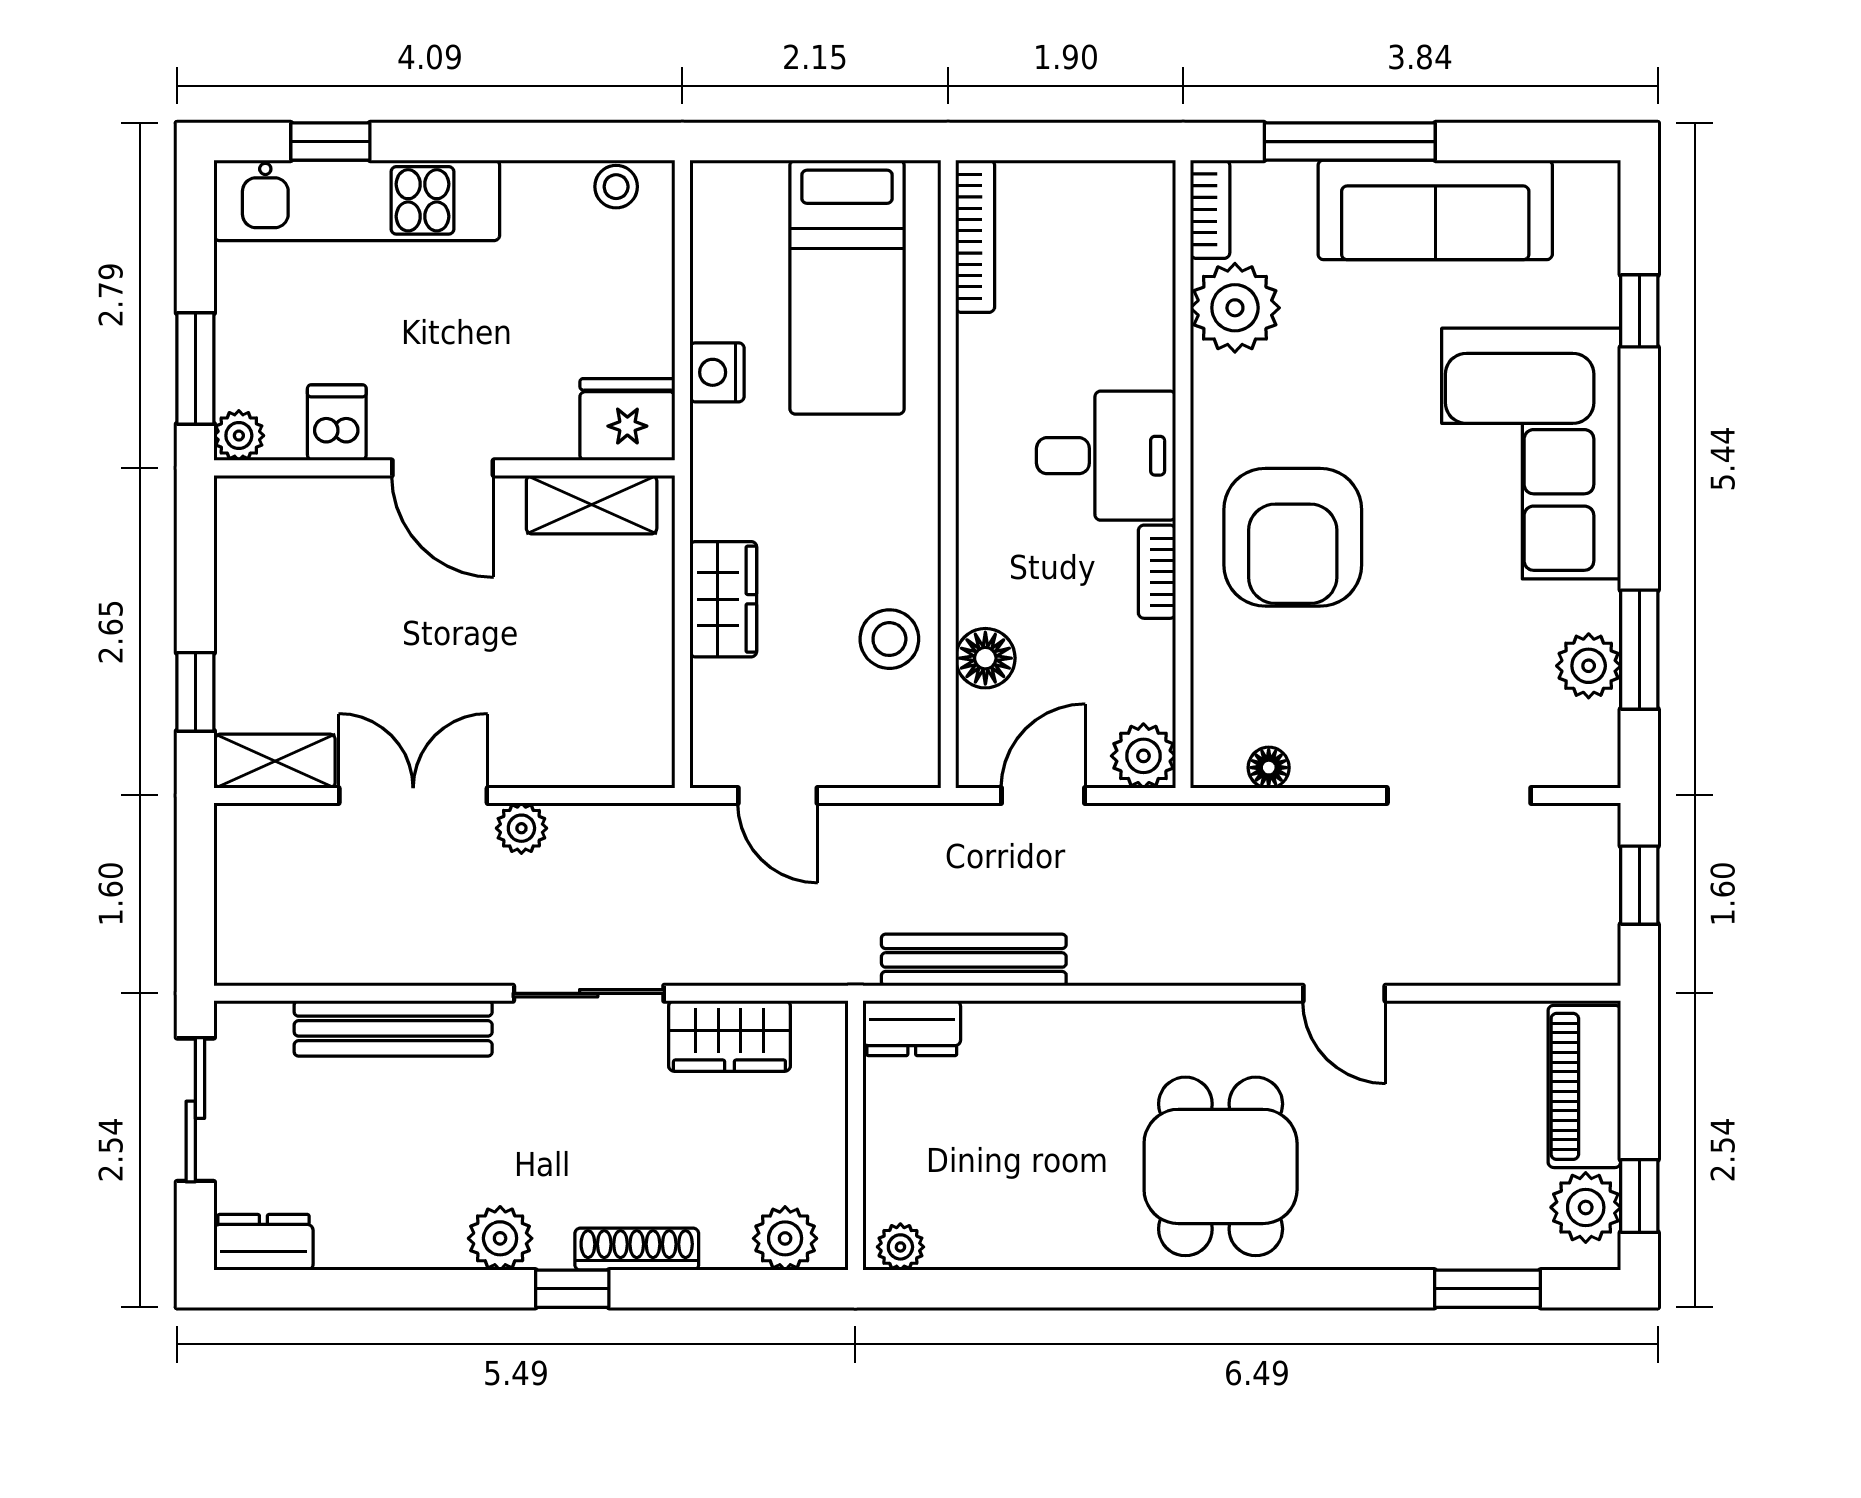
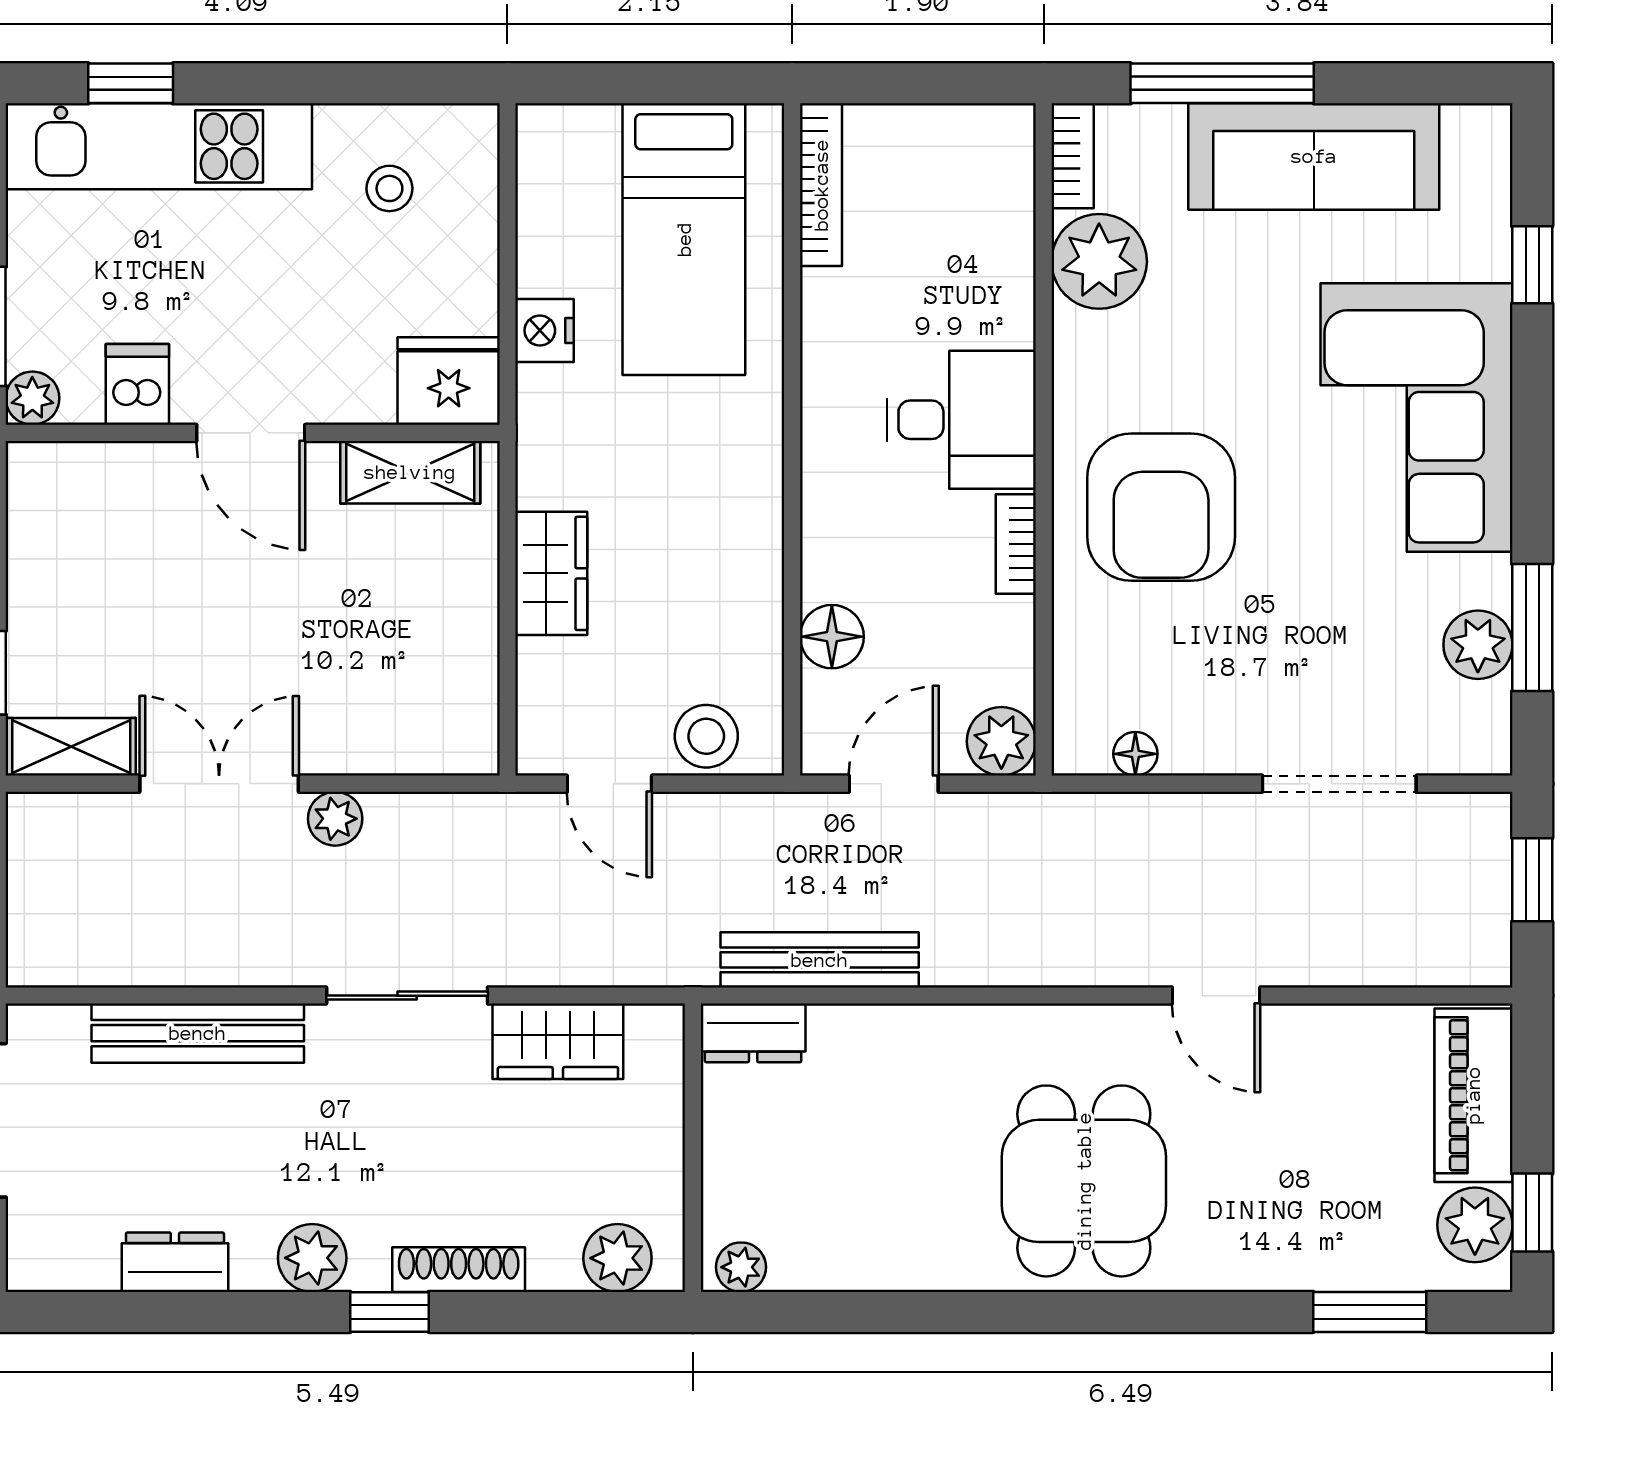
stool: (616, 187) -> (389, 188), moved
stool: (889, 639) -> (706, 736), moved
dresser: (263, 1242) -> (175, 1262), moved

